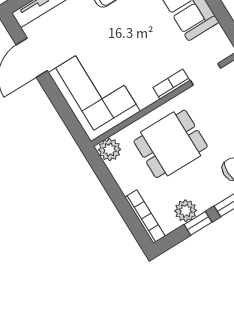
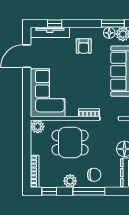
plant: (186, 211) -> (70, 181), moved
window: (198, 223) -> (49, 191), moved

